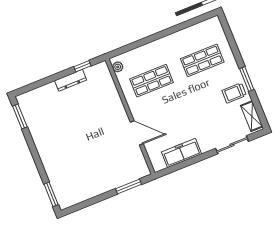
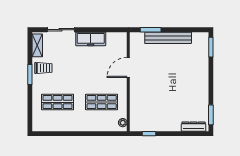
dresser: (71, 80) -> (194, 127), moved
door: (137, 133) -> (128, 67), hinge flipped
freezer: (182, 153) -> (91, 39), moved
bench: (105, 185) -> (168, 38), added

